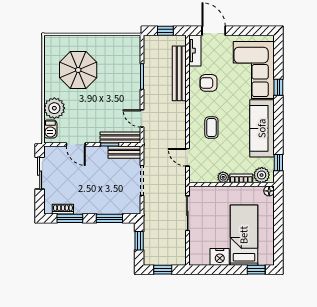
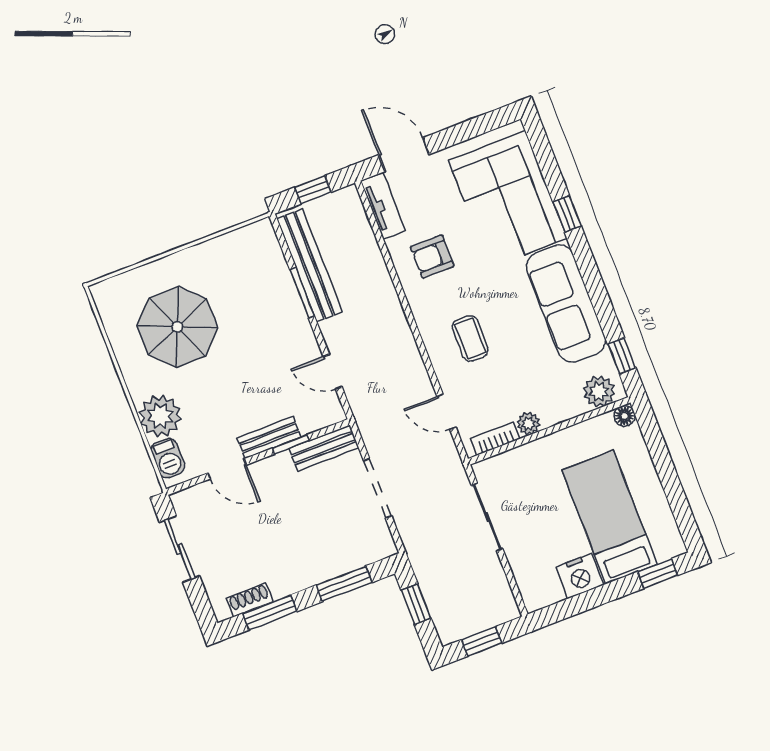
bench: (179, 73) -> (309, 265), moved
bench: (120, 137) -> (269, 437), moved, width x0.73
bookcase: (241, 178) -> (495, 439), moved

